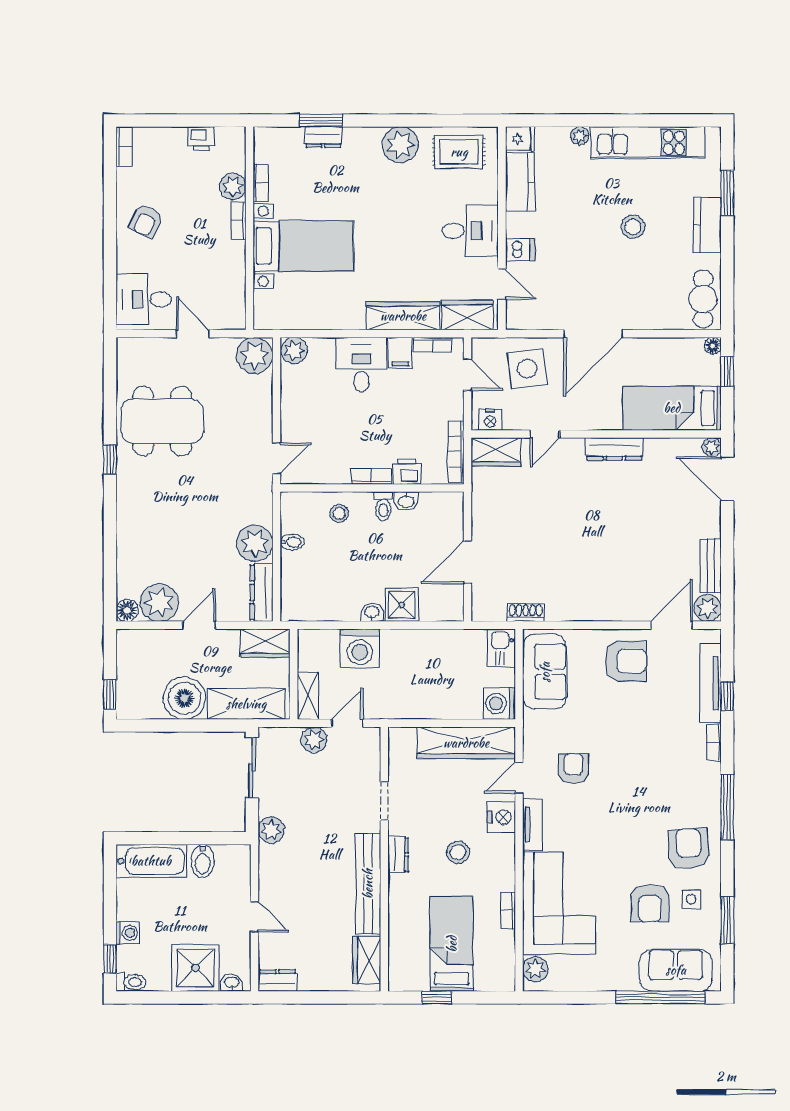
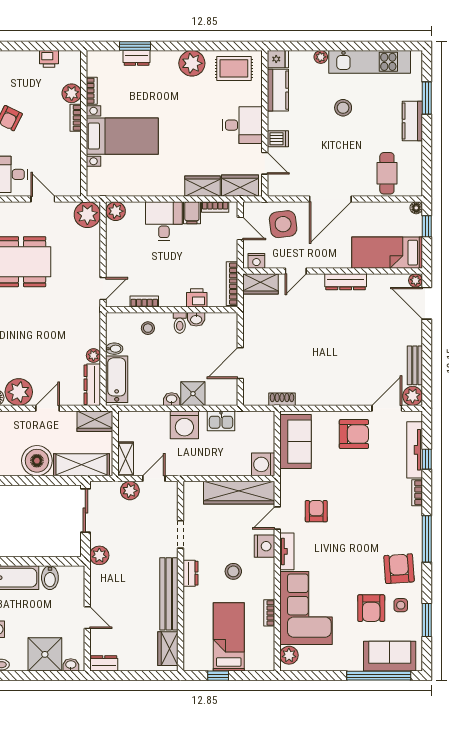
stool: (633, 227) -> (343, 108), moved
cafe table: (703, 299) -> (387, 173), moved
wardrobe: (403, 316) -> (203, 186), width x0.67
bookcase: (371, 476) -> (144, 301), moved
plant: (255, 543) -> (93, 355), width x0.53, depth x0.53
bathtub: (295, 585) -> (117, 379), added
washing machine: (360, 648) -> (184, 425), moved
kitchen sink: (501, 648) -> (221, 421), moved, turned -90

